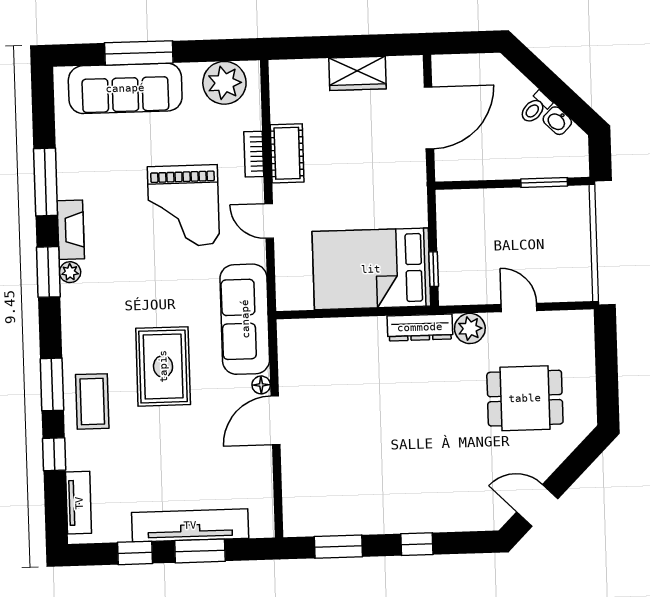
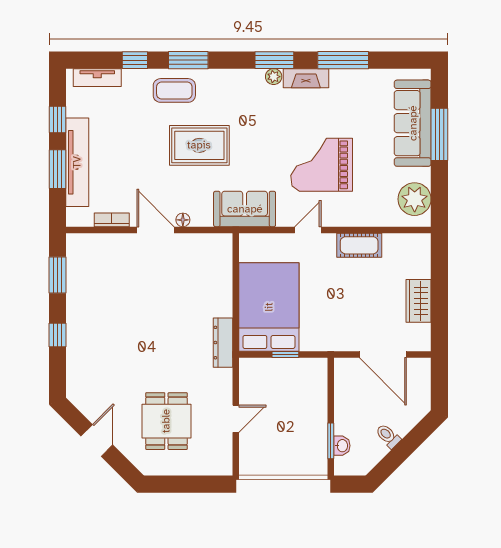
washbasin: (557, 121) -> (342, 446), moved, turned 135
bookcase: (254, 154) -> (112, 220), moved
window: (434, 269) -> (285, 354), moved
sofa: (245, 319) -> (245, 209), width x0.73
plant: (470, 328) -> (221, 381), removed
door: (537, 505) -> (97, 440), moved

